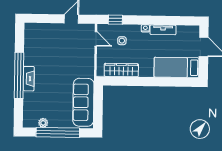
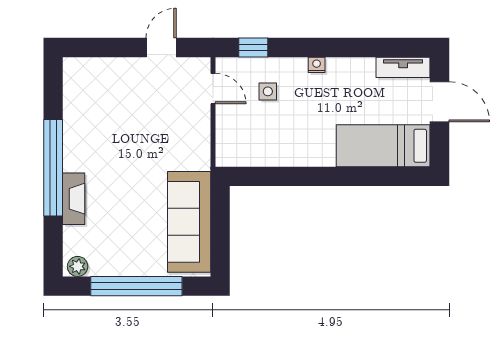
tv unit: (163, 30) -> (403, 67), moved
wardrobe: (121, 70) -> (268, 153), removed
fireplace: (29, 79) -> (74, 199), moved
plant: (43, 123) -> (78, 266), moved

